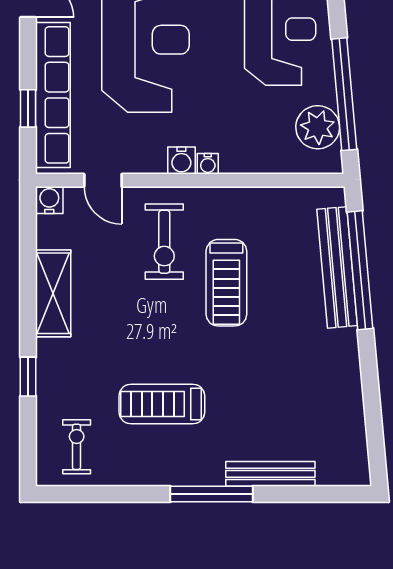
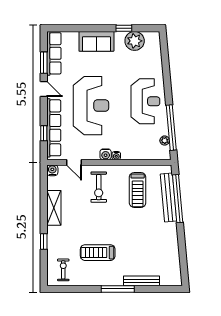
plant: (318, 127) -> (165, 141), width x0.53, depth x0.53
treadmill: (226, 283) -> (138, 190), moved

